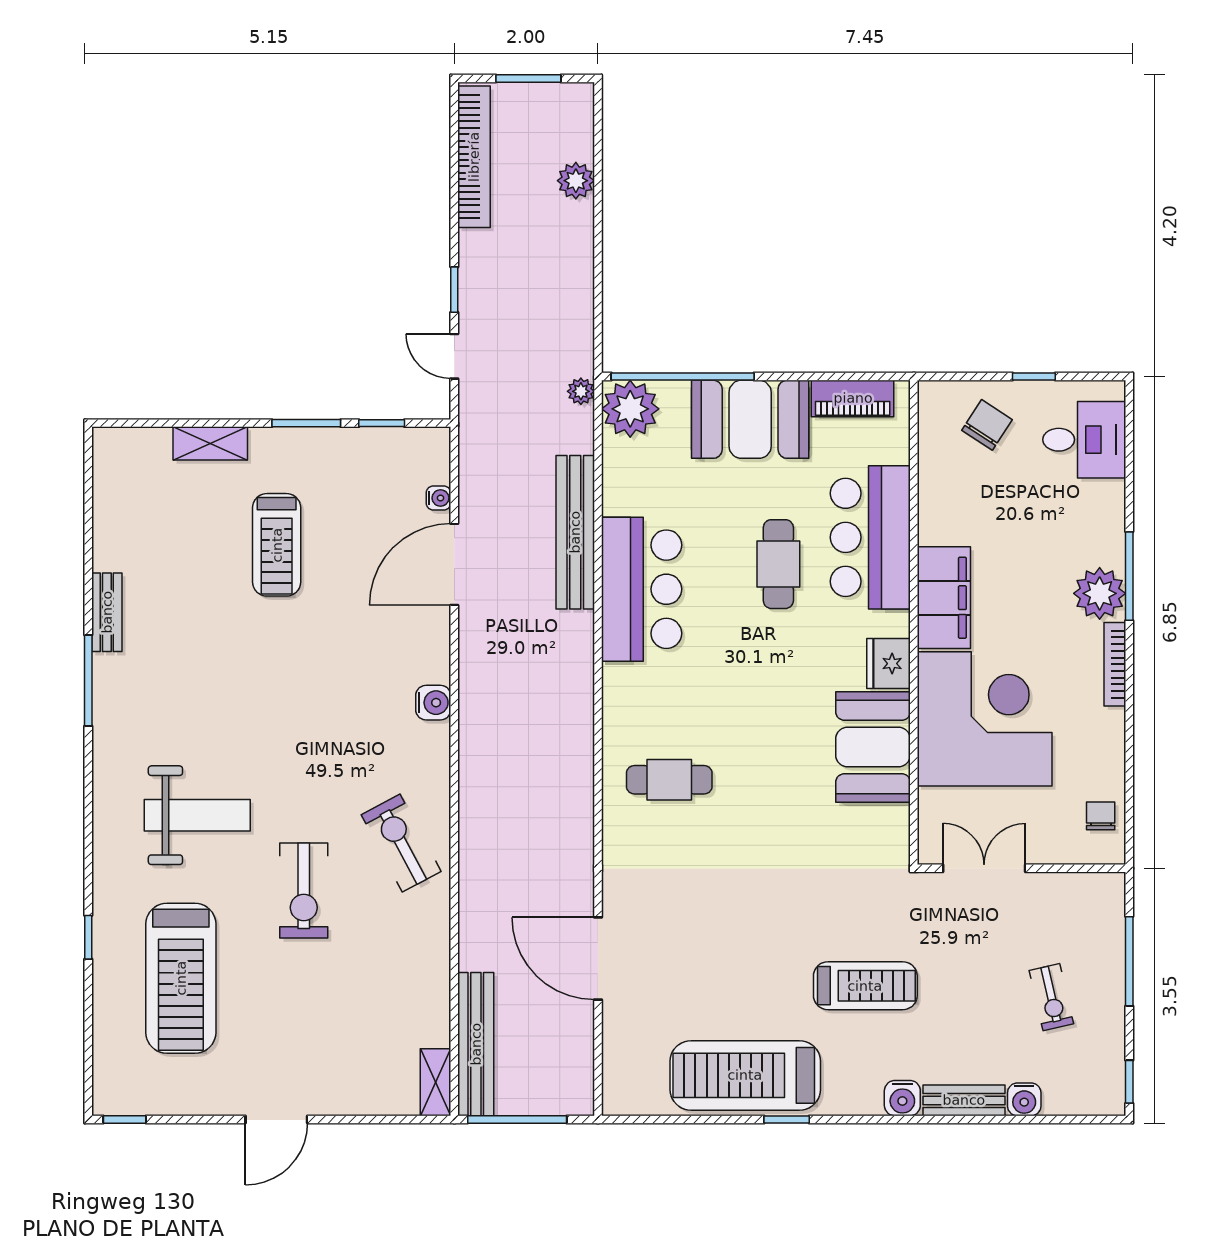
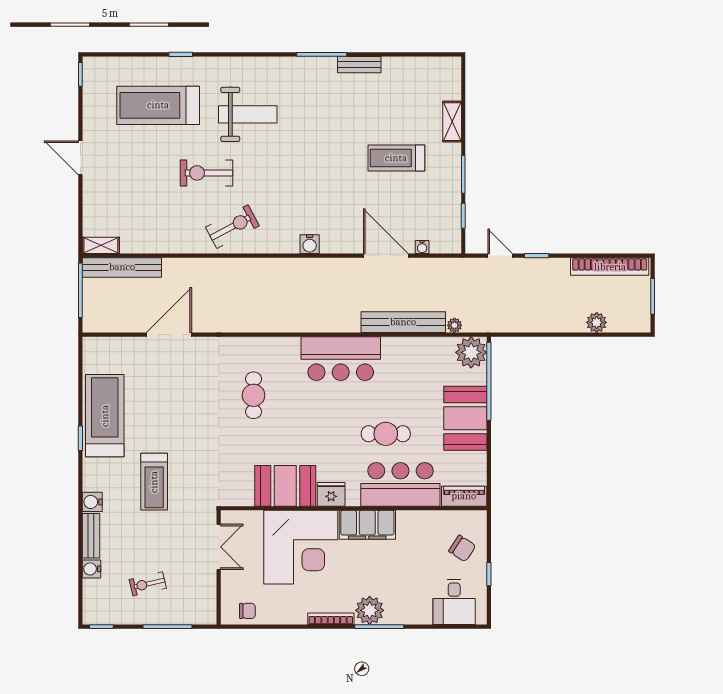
door: (454, 356) -> (500, 256), hinge flipped
plant: (581, 391) -> (454, 325), moved
piano: (853, 398) -> (464, 496), moved, turned 90
bar counter: (642, 589) -> (341, 359), moved
cafe table: (669, 780) -> (254, 395), moved
weight bench: (197, 815) -> (248, 114), turned -90

